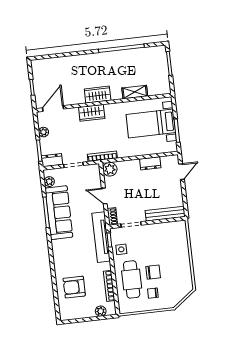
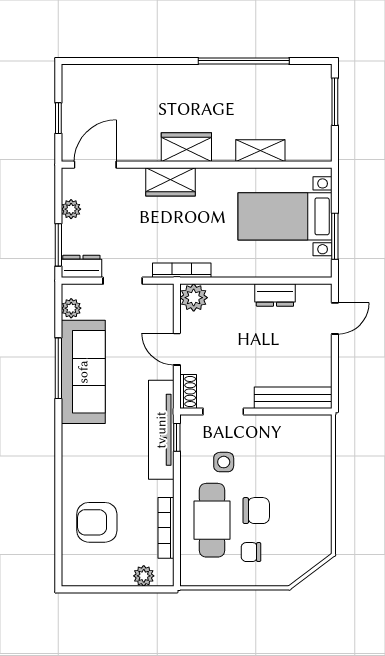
side table: (121, 249) -> (224, 462), moved

